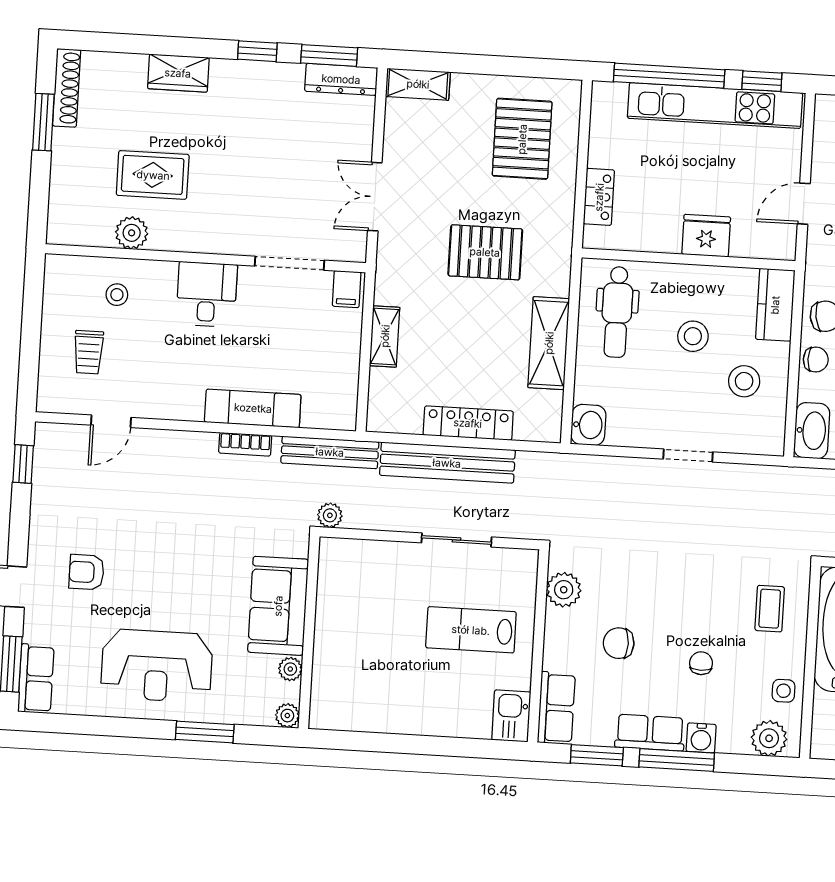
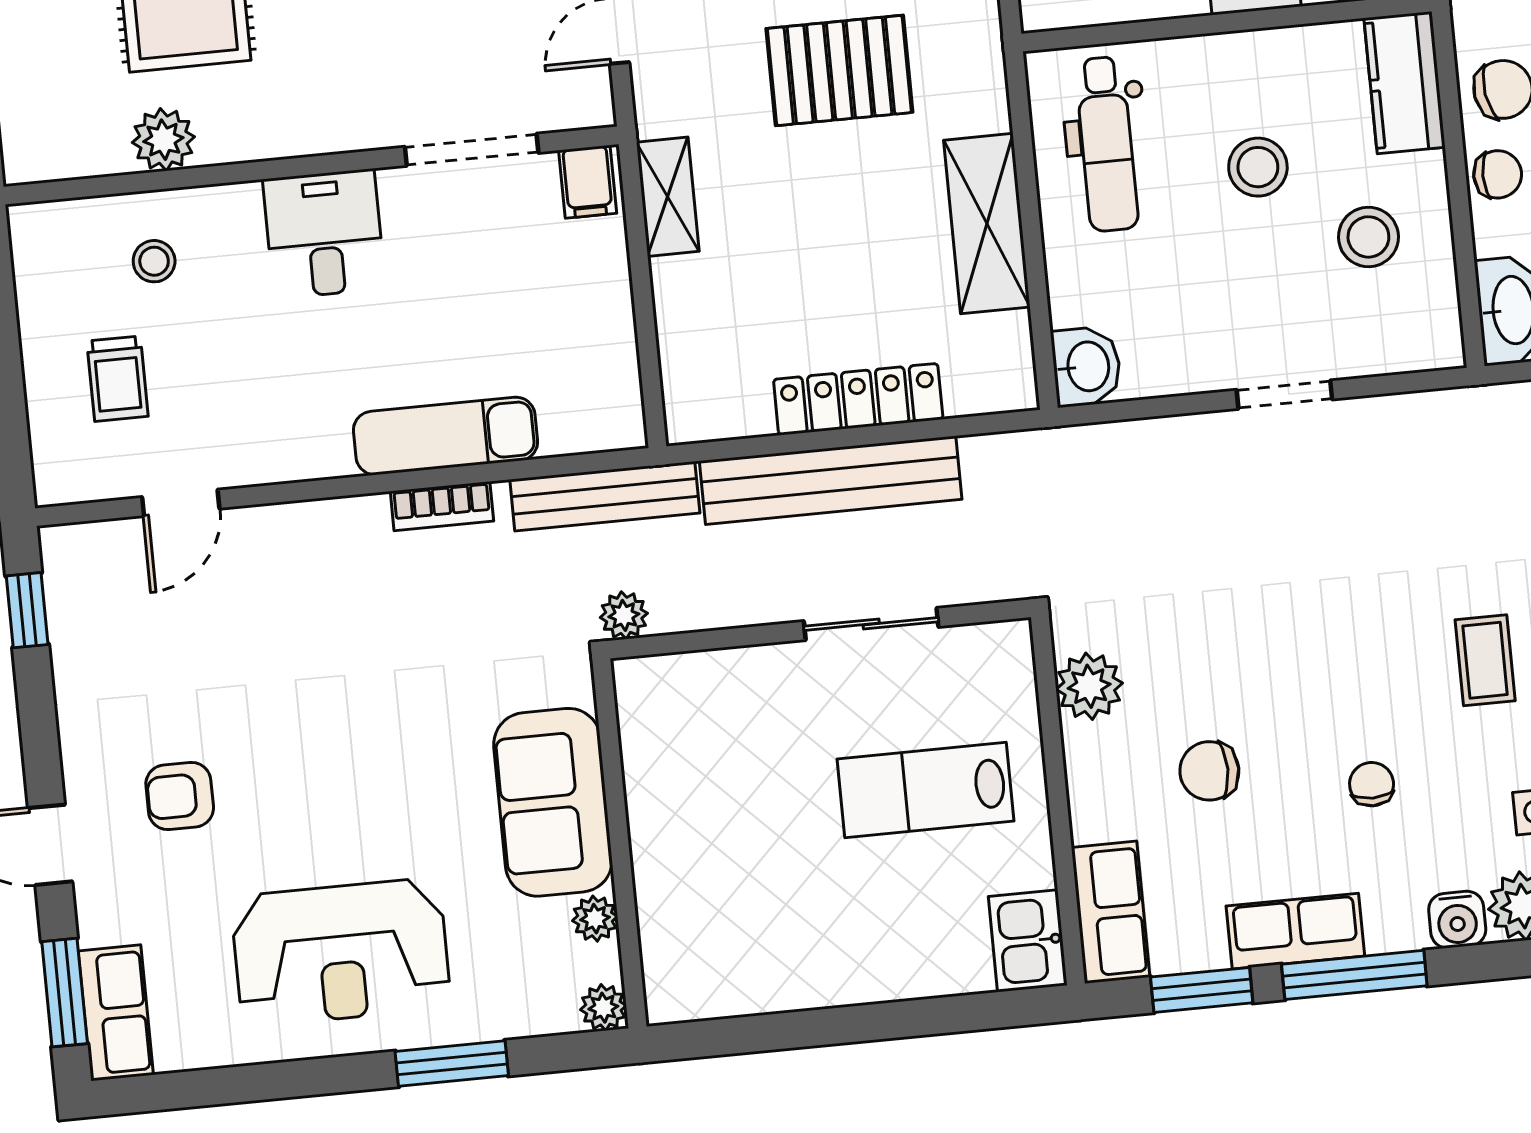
shelving: (385, 336) -> (668, 197), moved
water cooler: (701, 738) -> (1457, 920), moved

